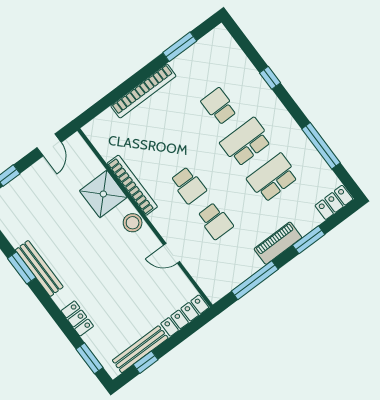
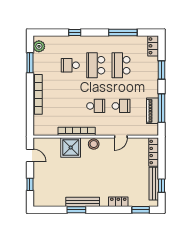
plant: (212, 42) -> (39, 46), added
piano: (278, 243) -> (153, 111), moved

